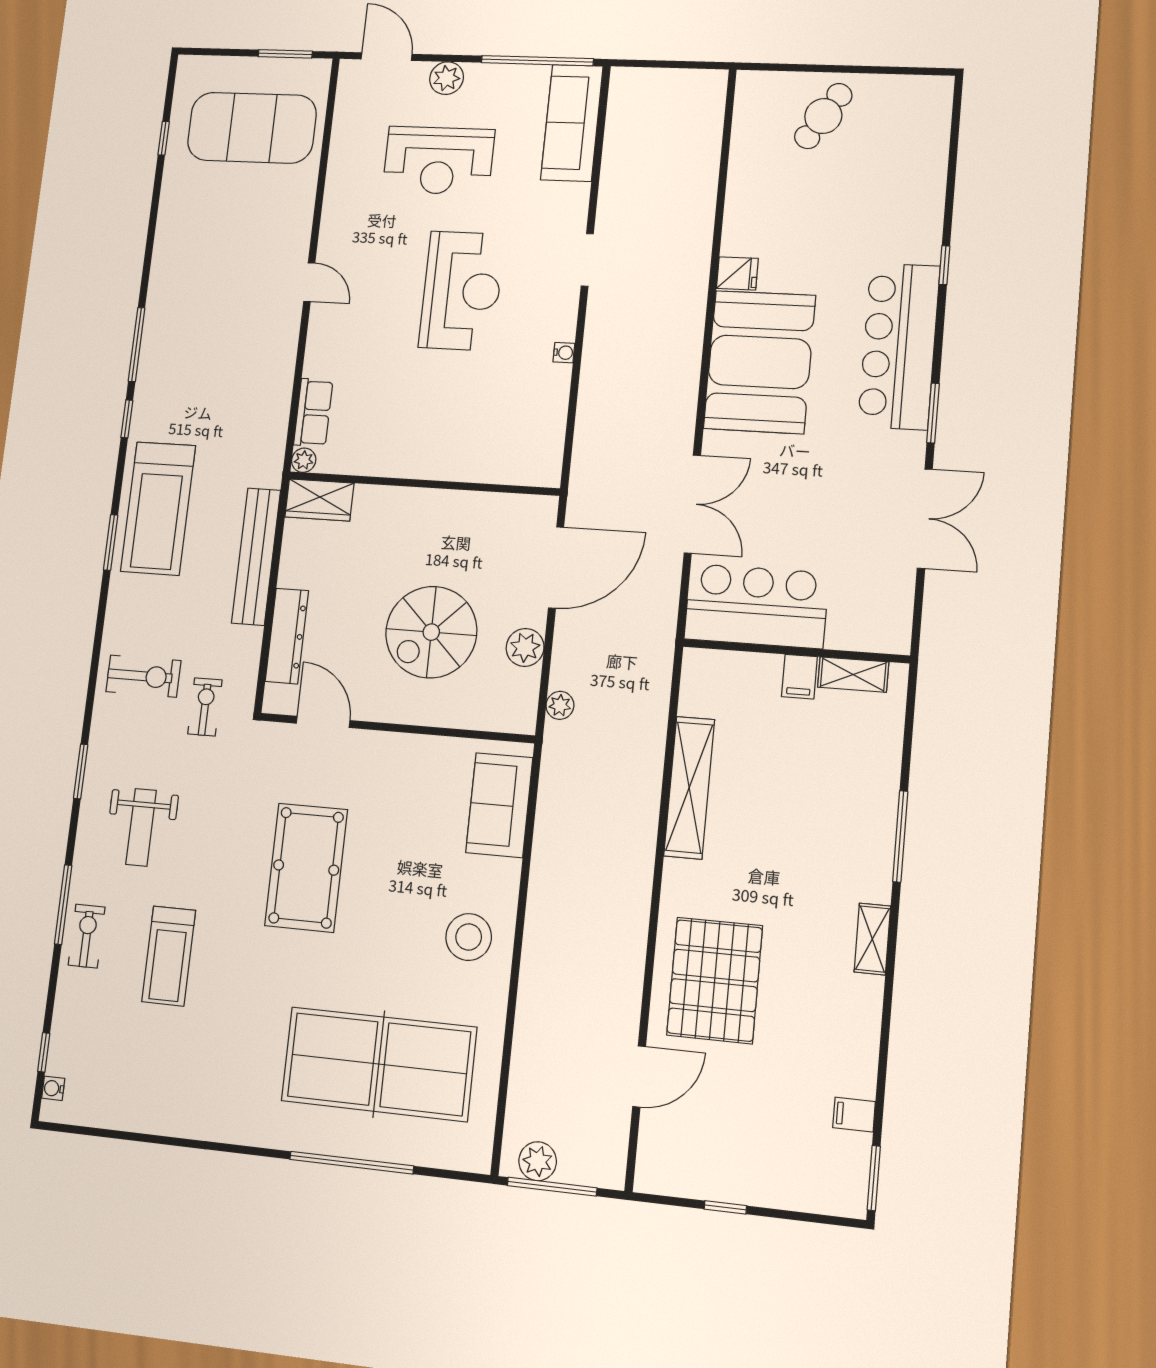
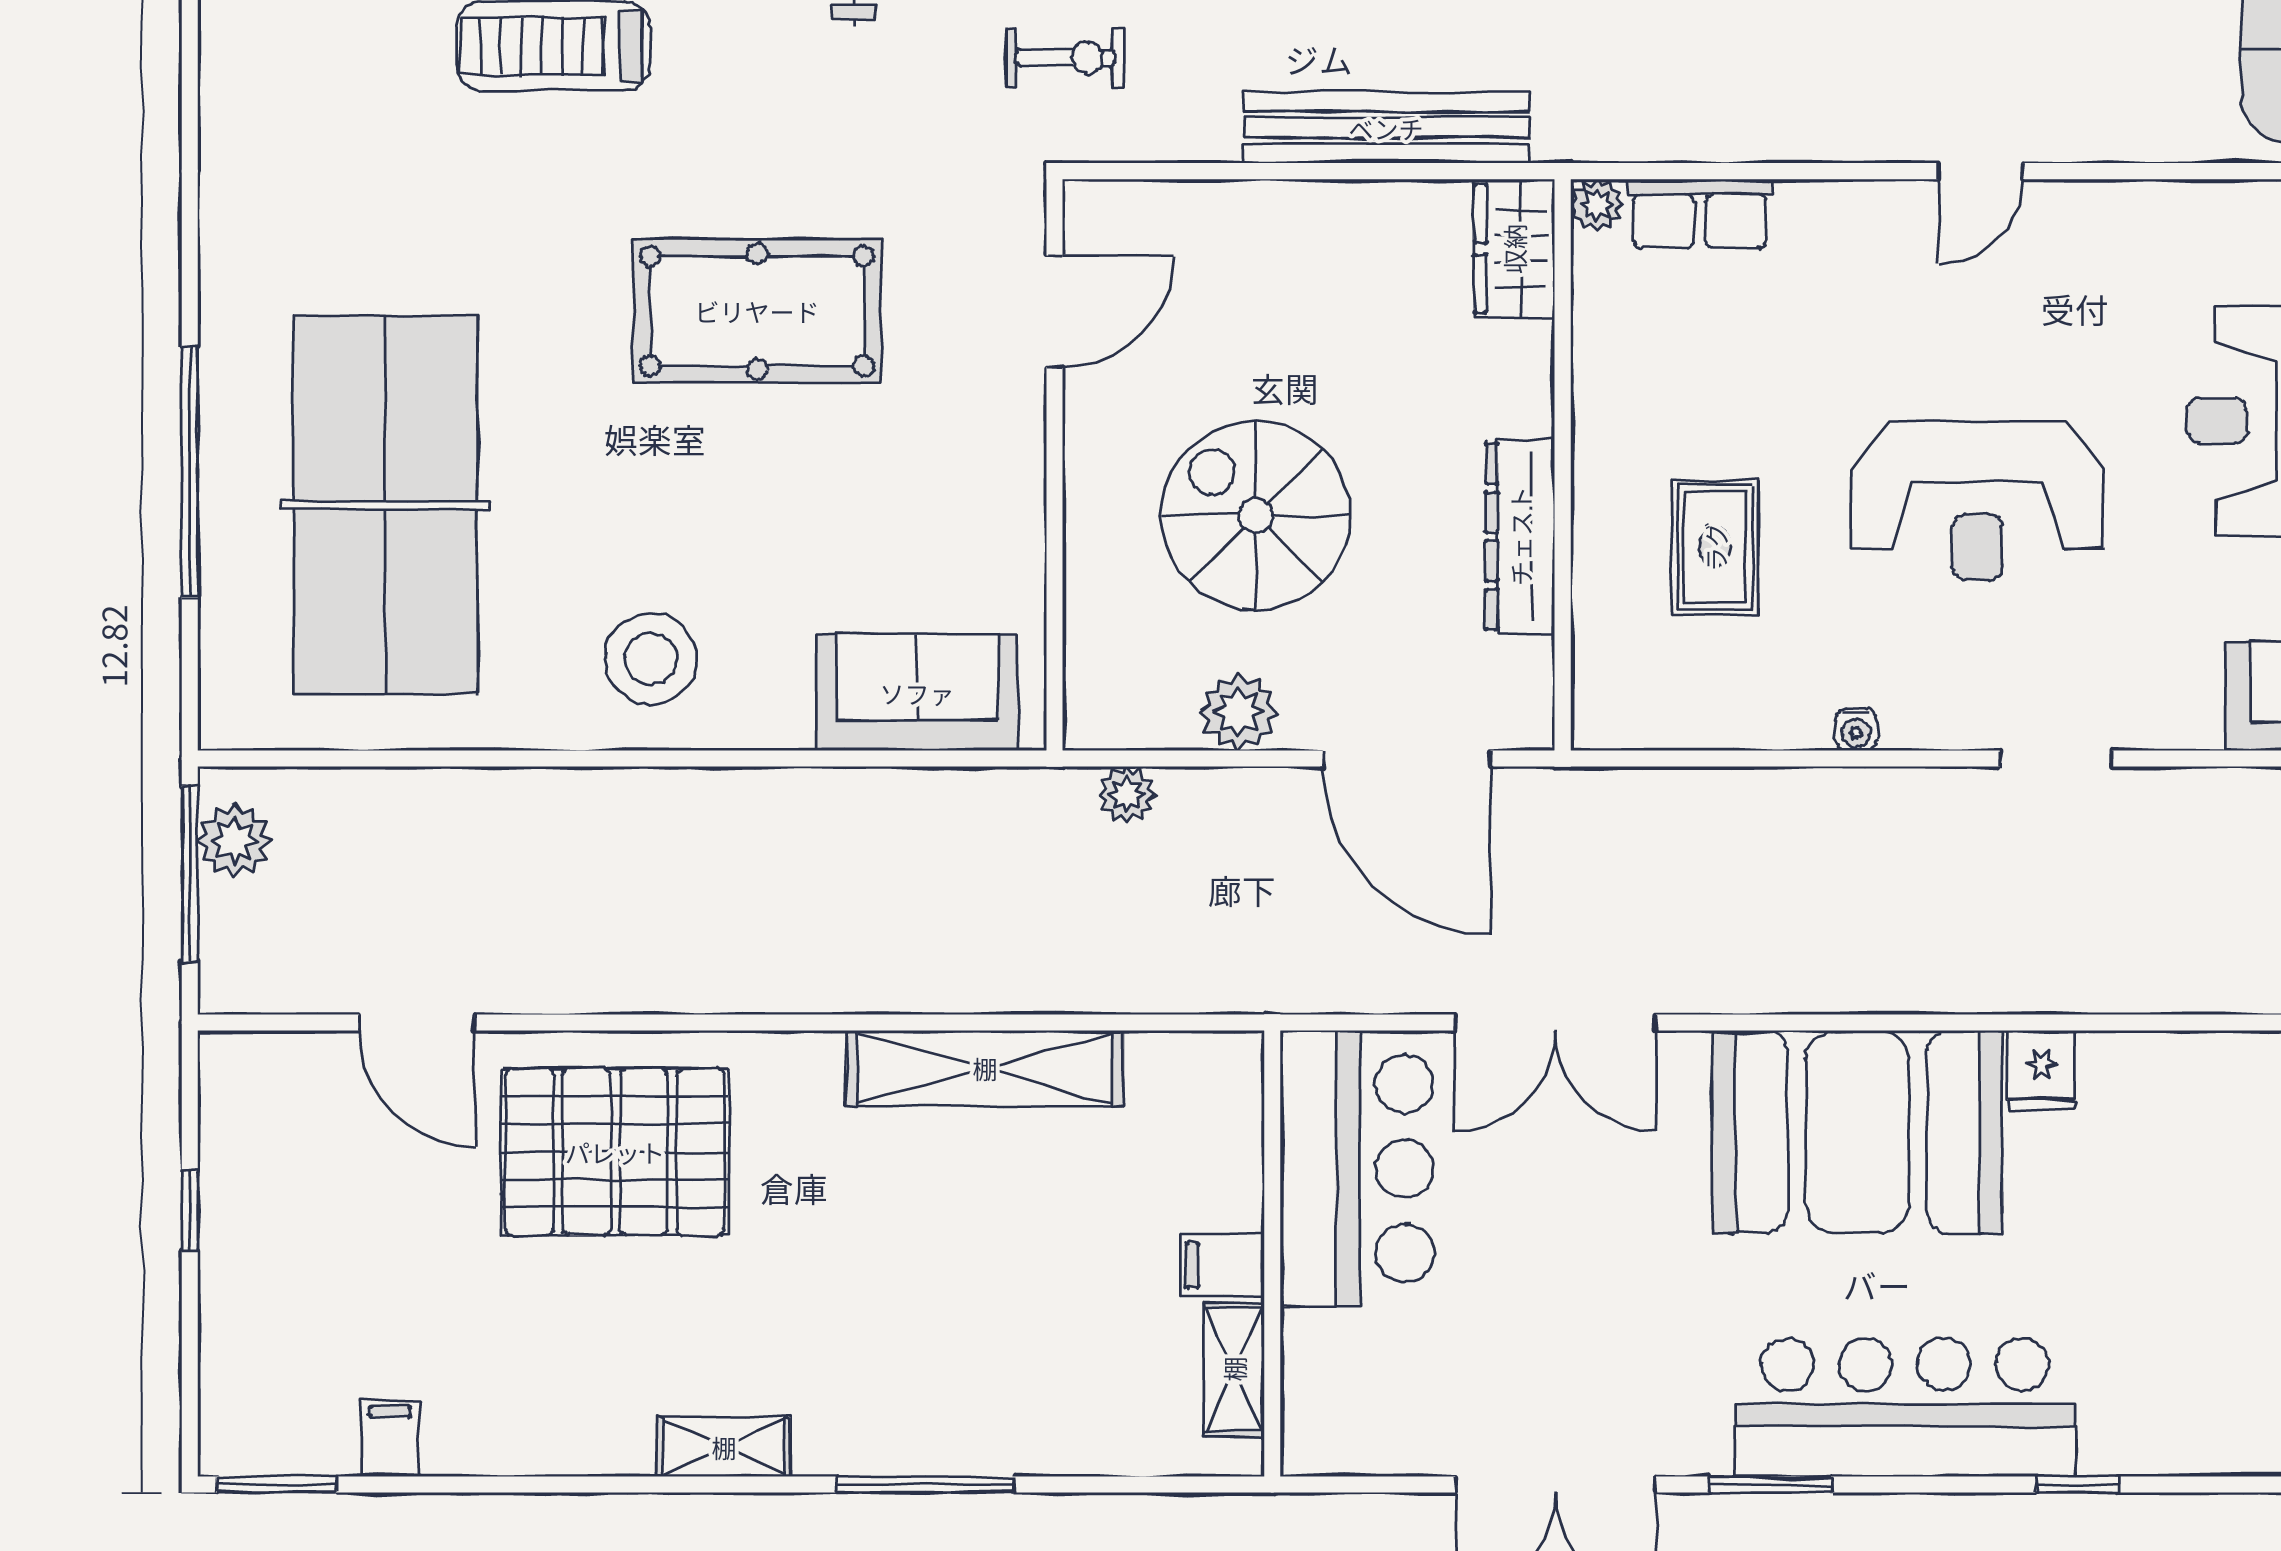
rug: (470, 414) -> (1715, 547), added
dresser: (287, 636) -> (1520, 536), moved, turned 90

